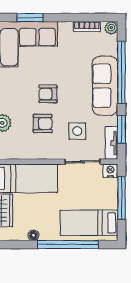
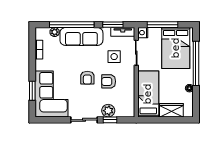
plant: (111, 28) -> (55, 32), moved
armchair: (43, 124) -> (109, 81), turned -90
bed: (89, 223) -> (176, 48), width x1.50

